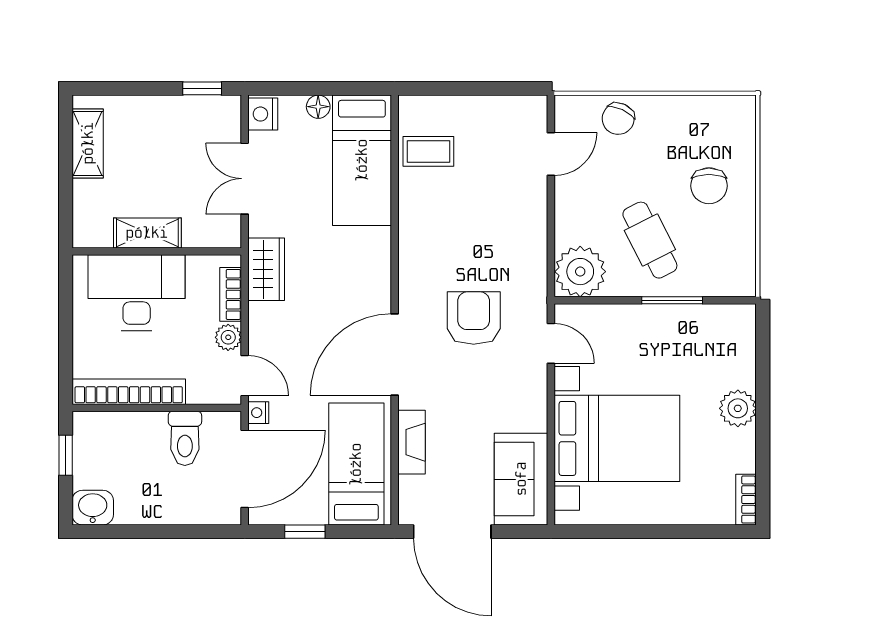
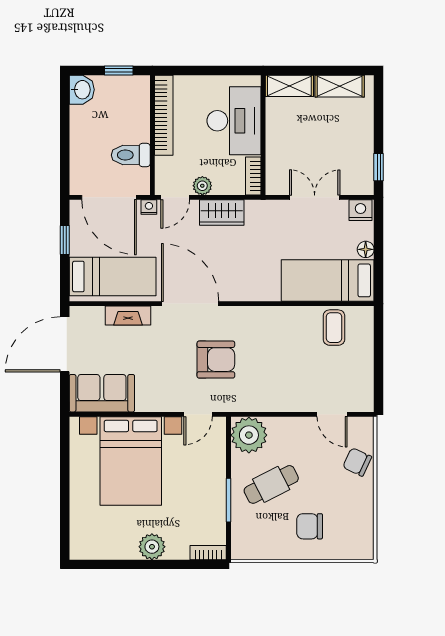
shelving: (147, 233) -> (289, 86), moved, turned 90
wardrobe: (266, 269) -> (222, 213), moved
bookcase: (231, 294) -> (253, 176), moved, turned -90
bookcase: (746, 500) -> (208, 553), moved

